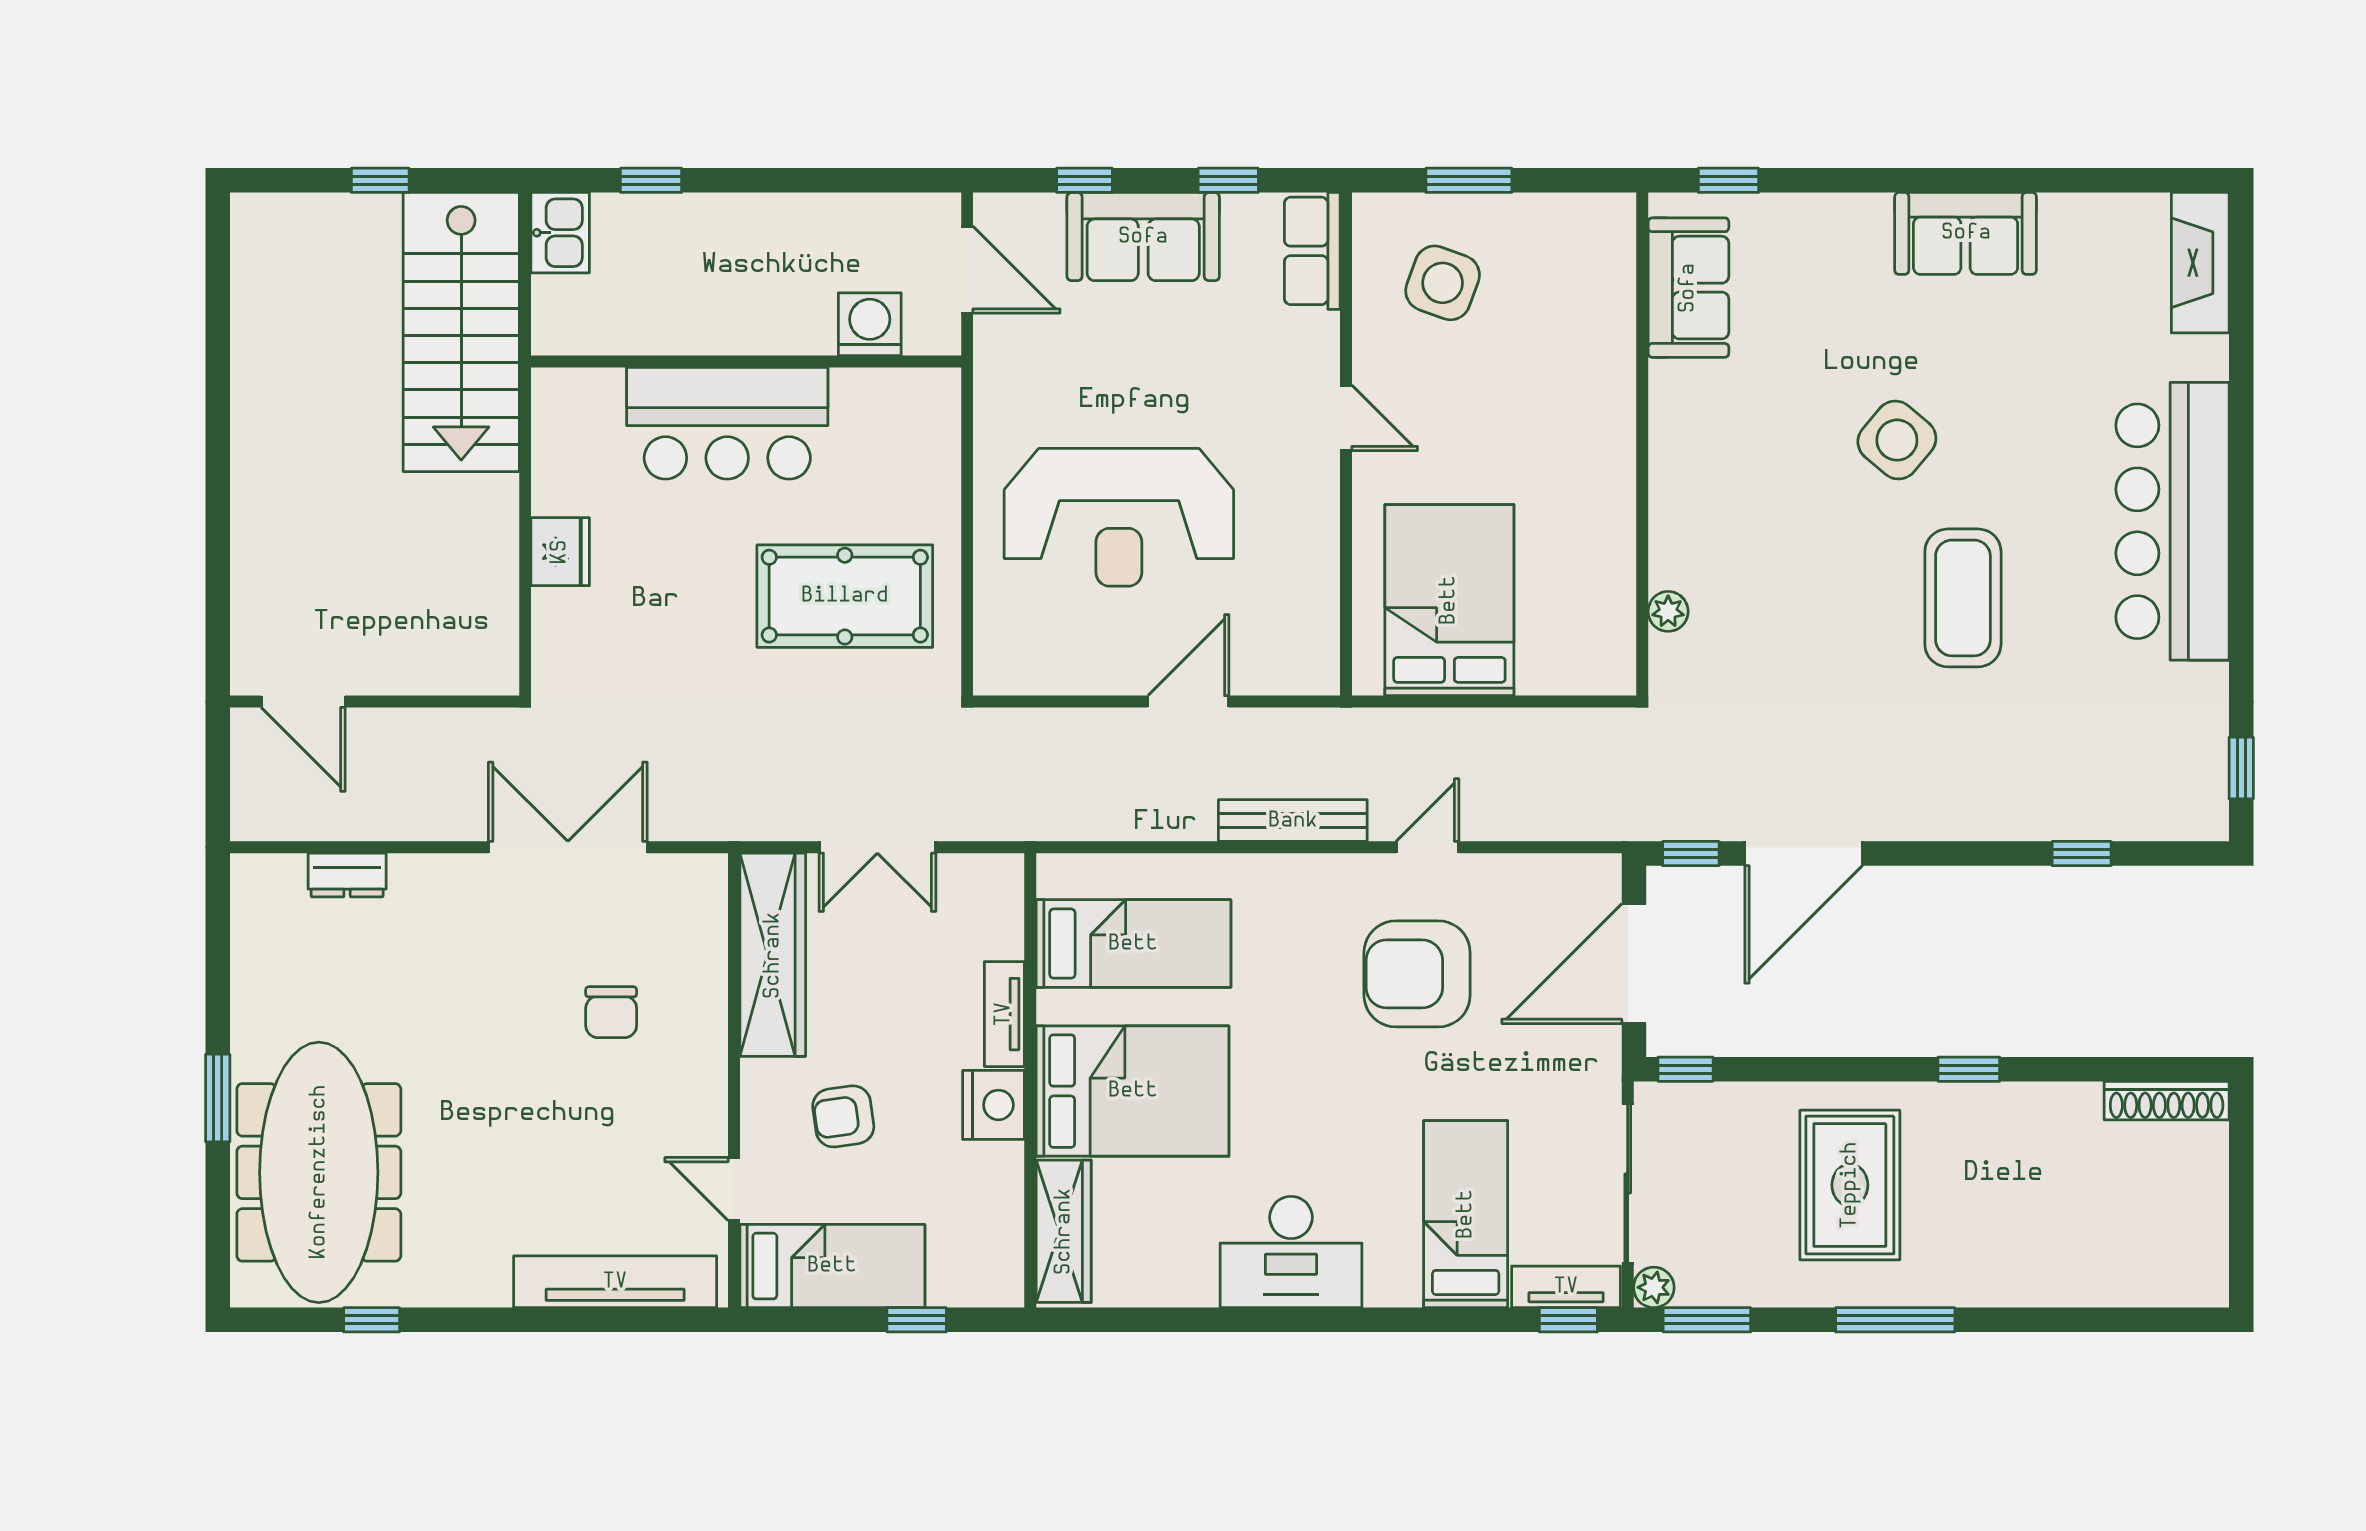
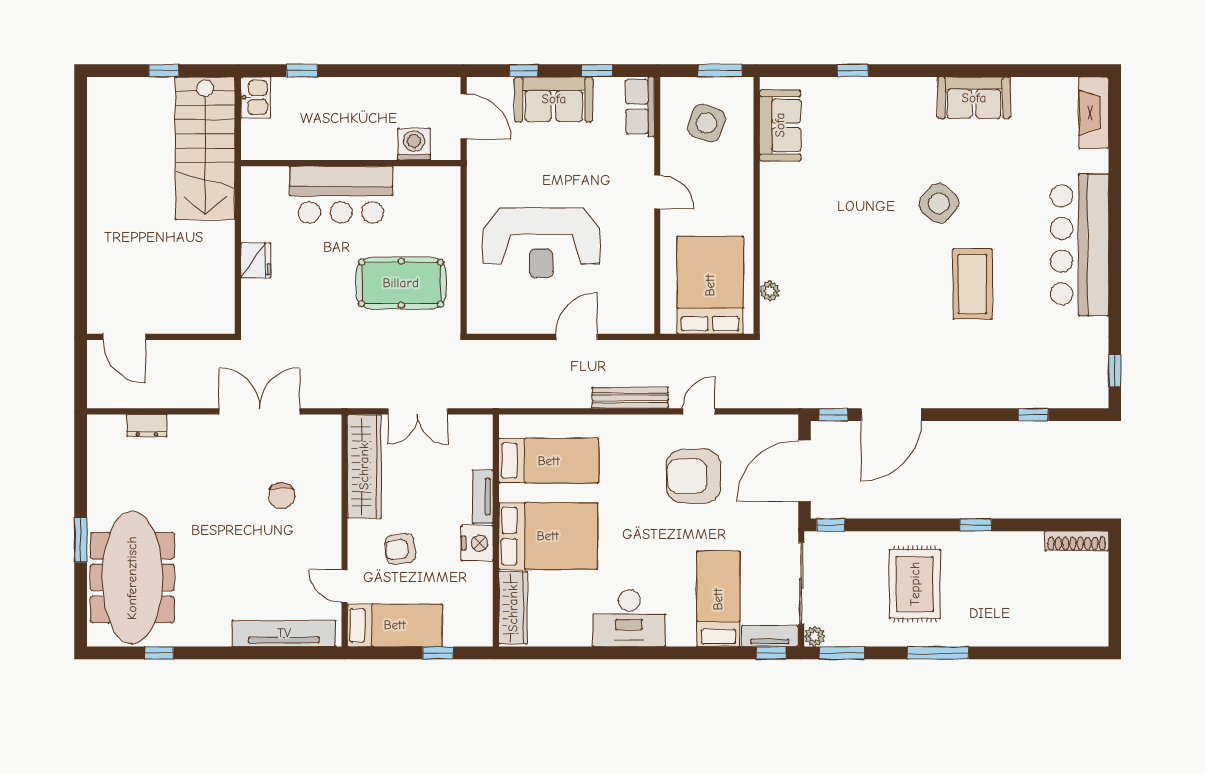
sofa: (1688, 288) -> (780, 125), moved
wall: (1642, 444) -> (757, 205), moved
plant: (1668, 611) -> (770, 291), moved

